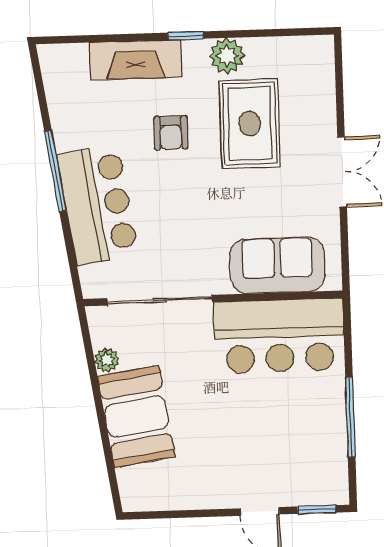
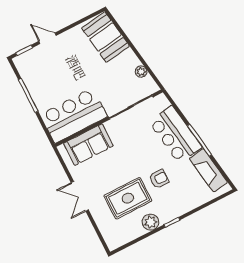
fireplace: (136, 60) -> (208, 170), moved, turned -99
rug: (250, 124) -> (128, 198), turned 90
armchair: (171, 133) -> (159, 179), turned 90
booth: (137, 417) -> (105, 37), moved

